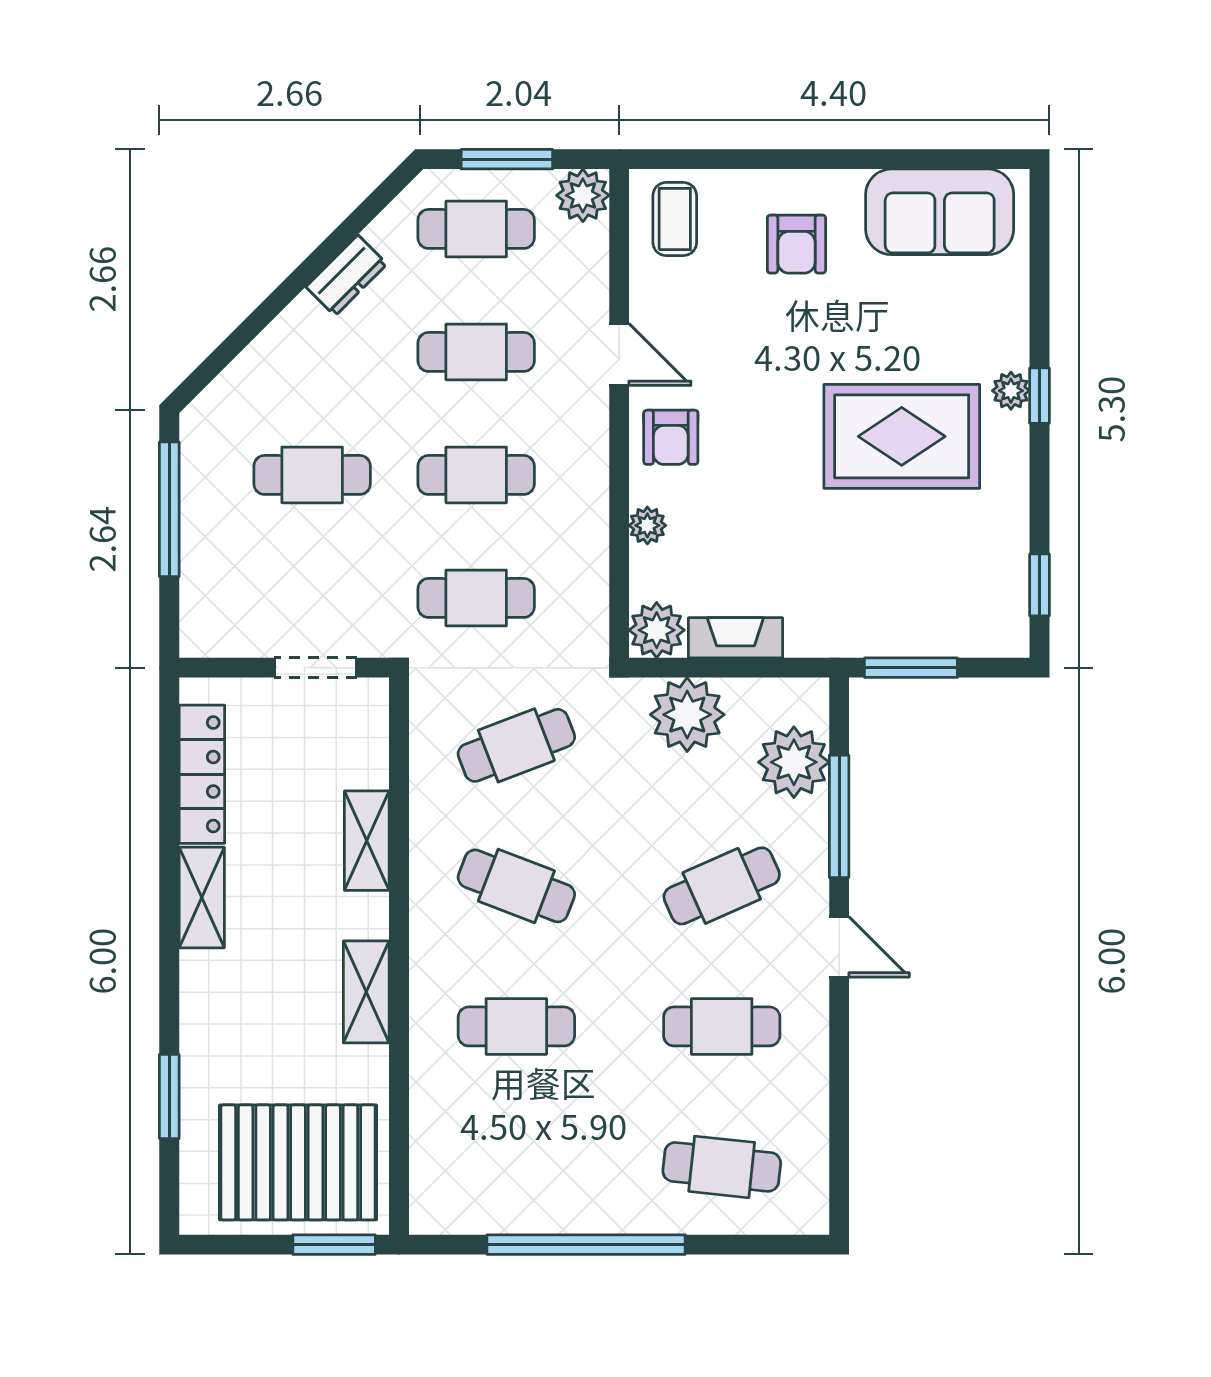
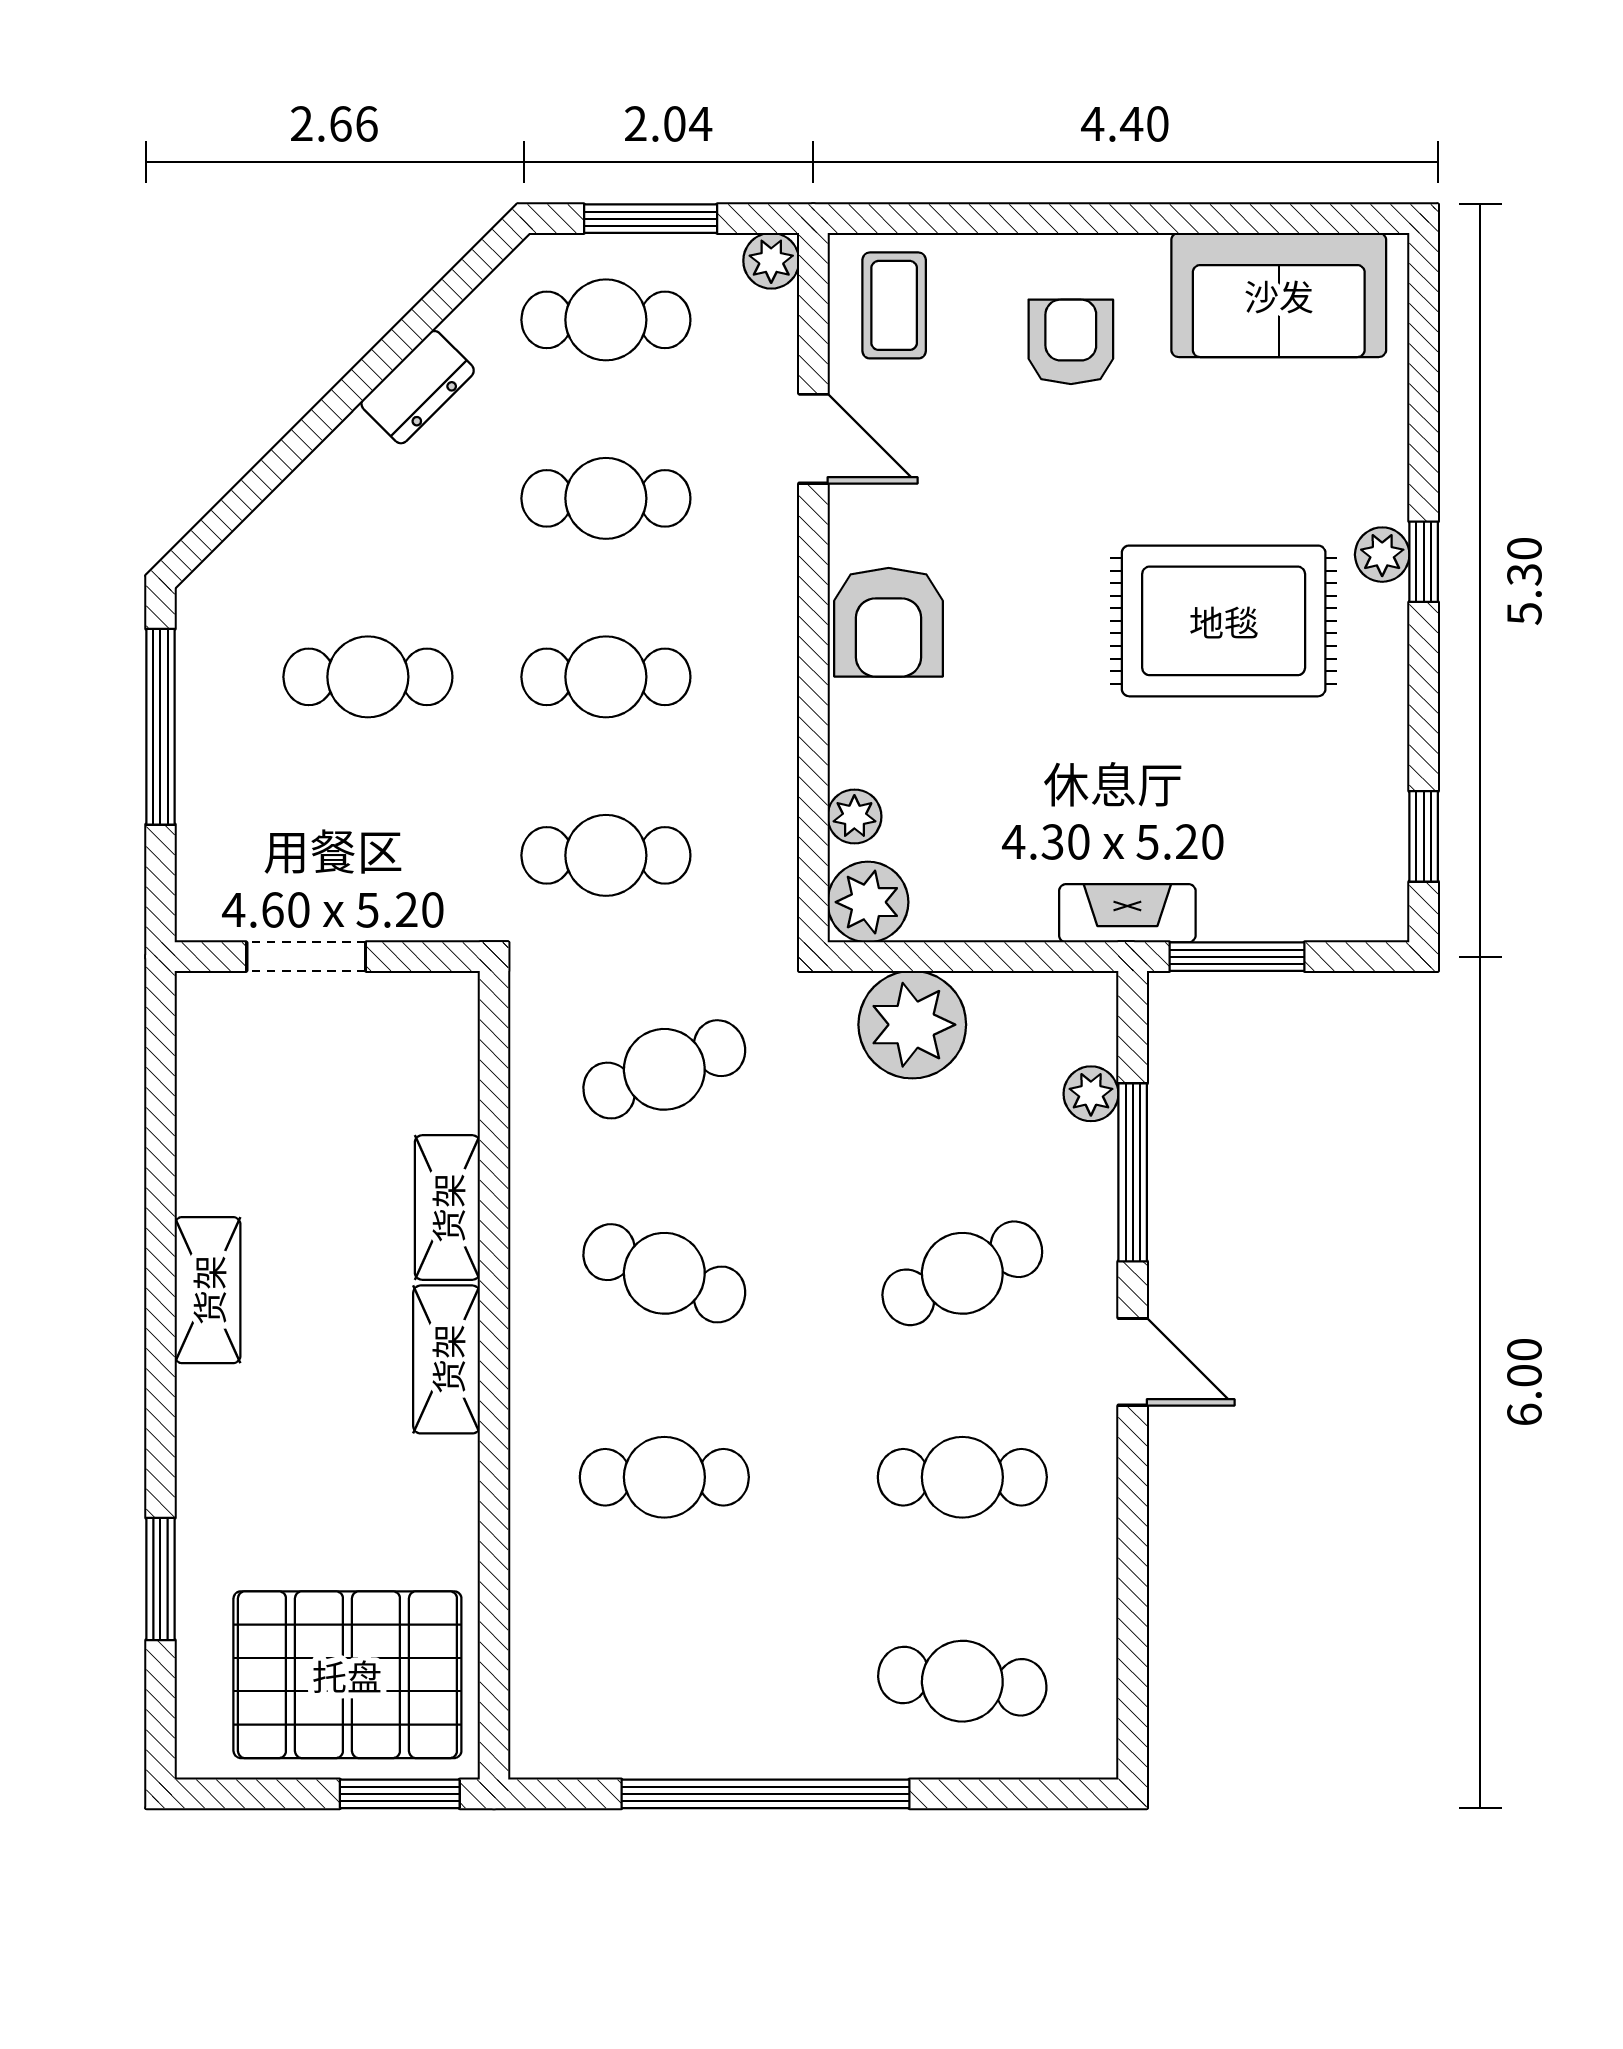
plant: (583, 195) -> (771, 261), width x0.73, depth x0.73
armchair: (796, 244) -> (1071, 342), turned 180
door: (619, 354) -> (813, 439), moved
armchair: (671, 437) -> (889, 622), width x1.38, depth x1.38
plant: (647, 525) -> (854, 816), moved
fireplace: (735, 638) -> (1127, 913), moved
doorway: (315, 668) -> (306, 957), moved
plant: (794, 762) -> (1091, 1094), width x0.53, depth x0.53
locker: (202, 774) -> (208, 1111), removed
shelving: (366, 992) -> (447, 1359), moved

